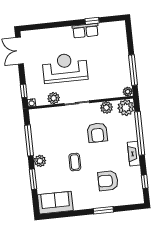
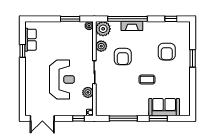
row of seats: (85, 31) -> (31, 40), moved
reception desk: (65, 68) -> (62, 79), turned 180
window: (133, 70) -> (70, 19), width x0.69
armchair: (97, 133) -> (123, 57), turned 90
fireplace: (134, 154) -> (132, 26), moved
plant: (40, 161) -> (143, 110), removed
sofa: (55, 203) -> (164, 107), moved, turned 90

